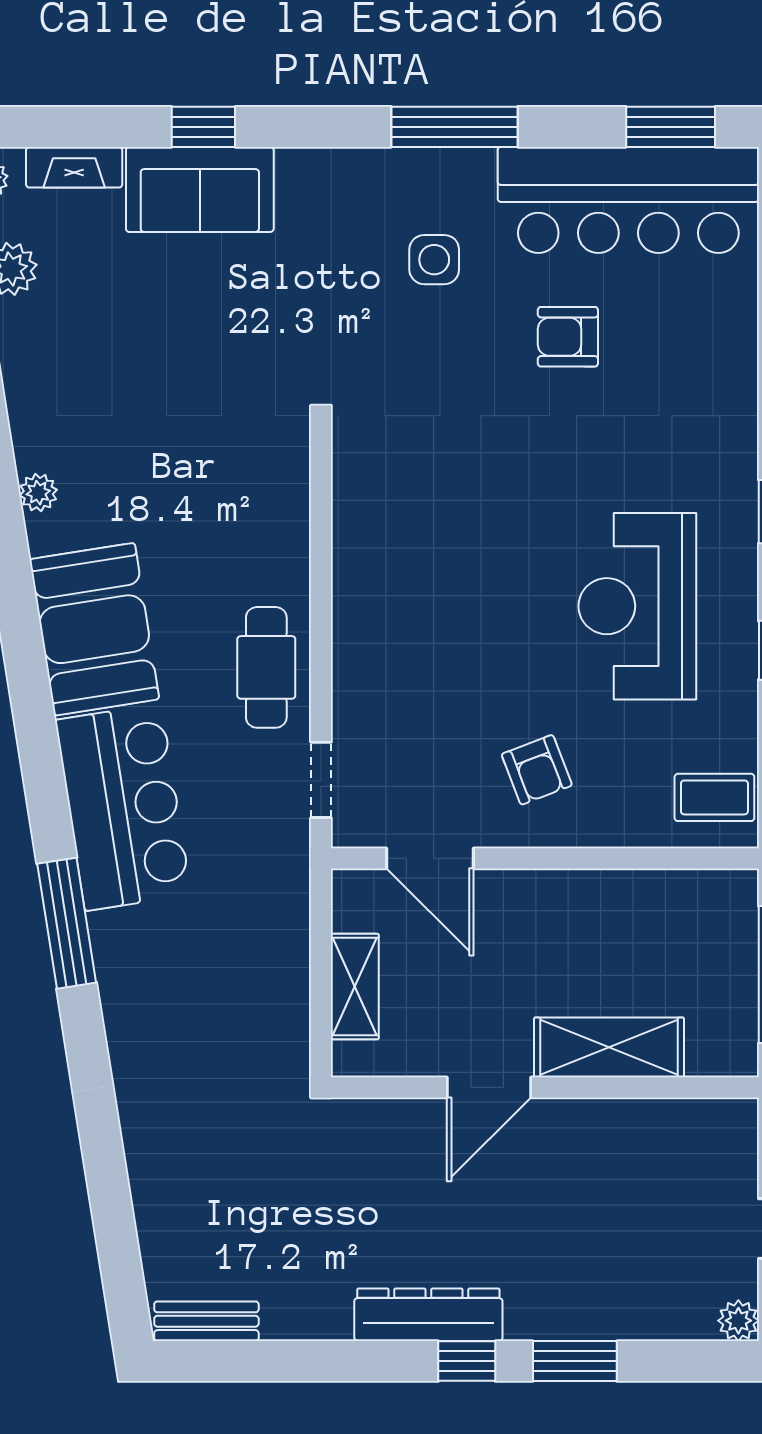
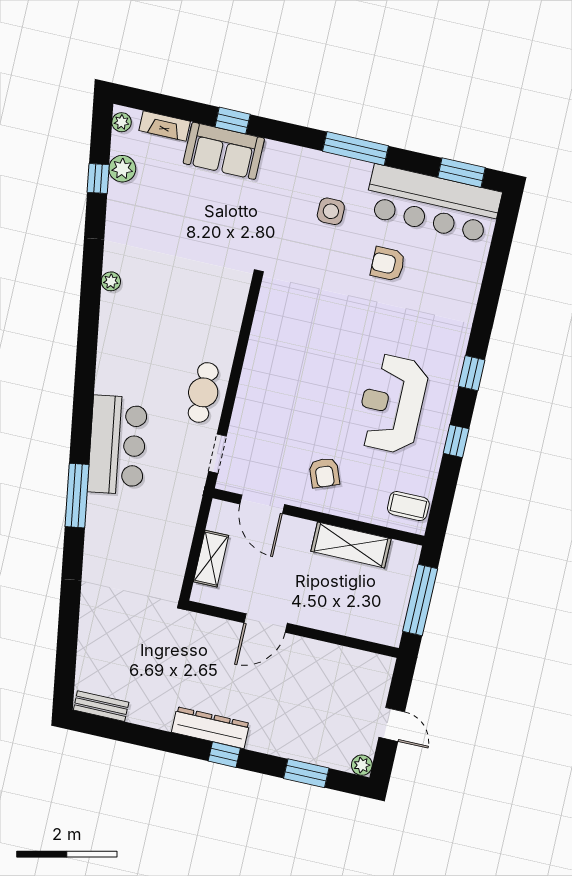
booth: (94, 629) -> (123, 355), removed
shelving: (609, 1047) -> (351, 545), moved
window: (575, 1361) -> (306, 773), moved

